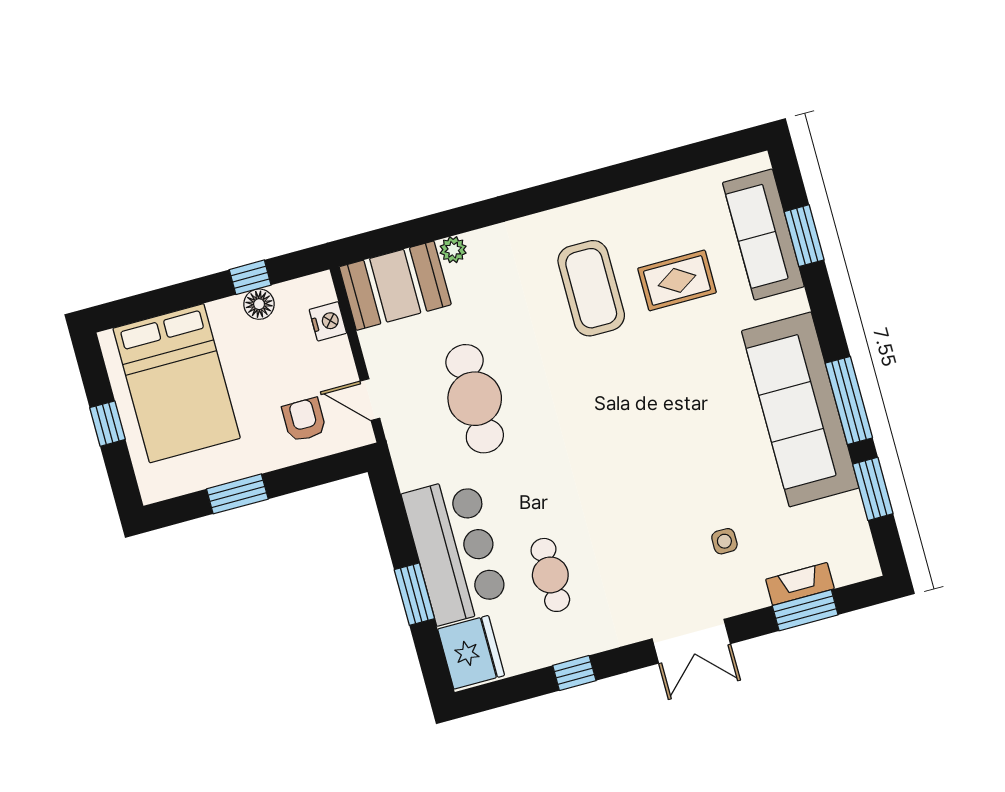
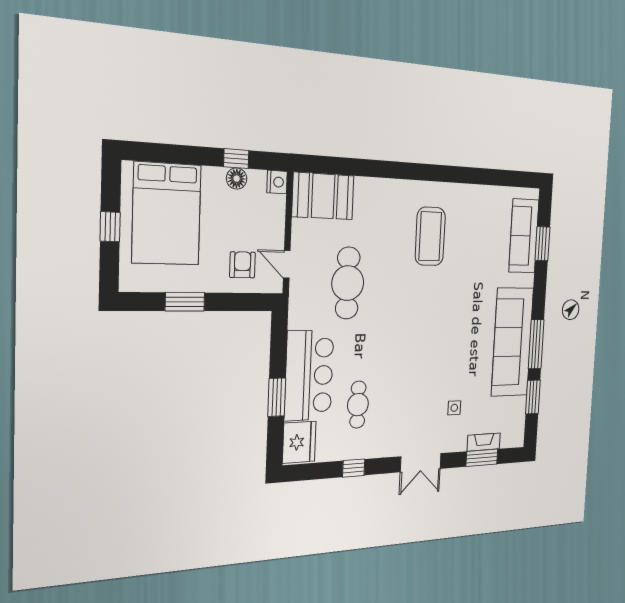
plant: (453, 250) -> (363, 185), removed
rug: (677, 280) -> (475, 247), removed
nightstand: (328, 321) -> (277, 182), moved

